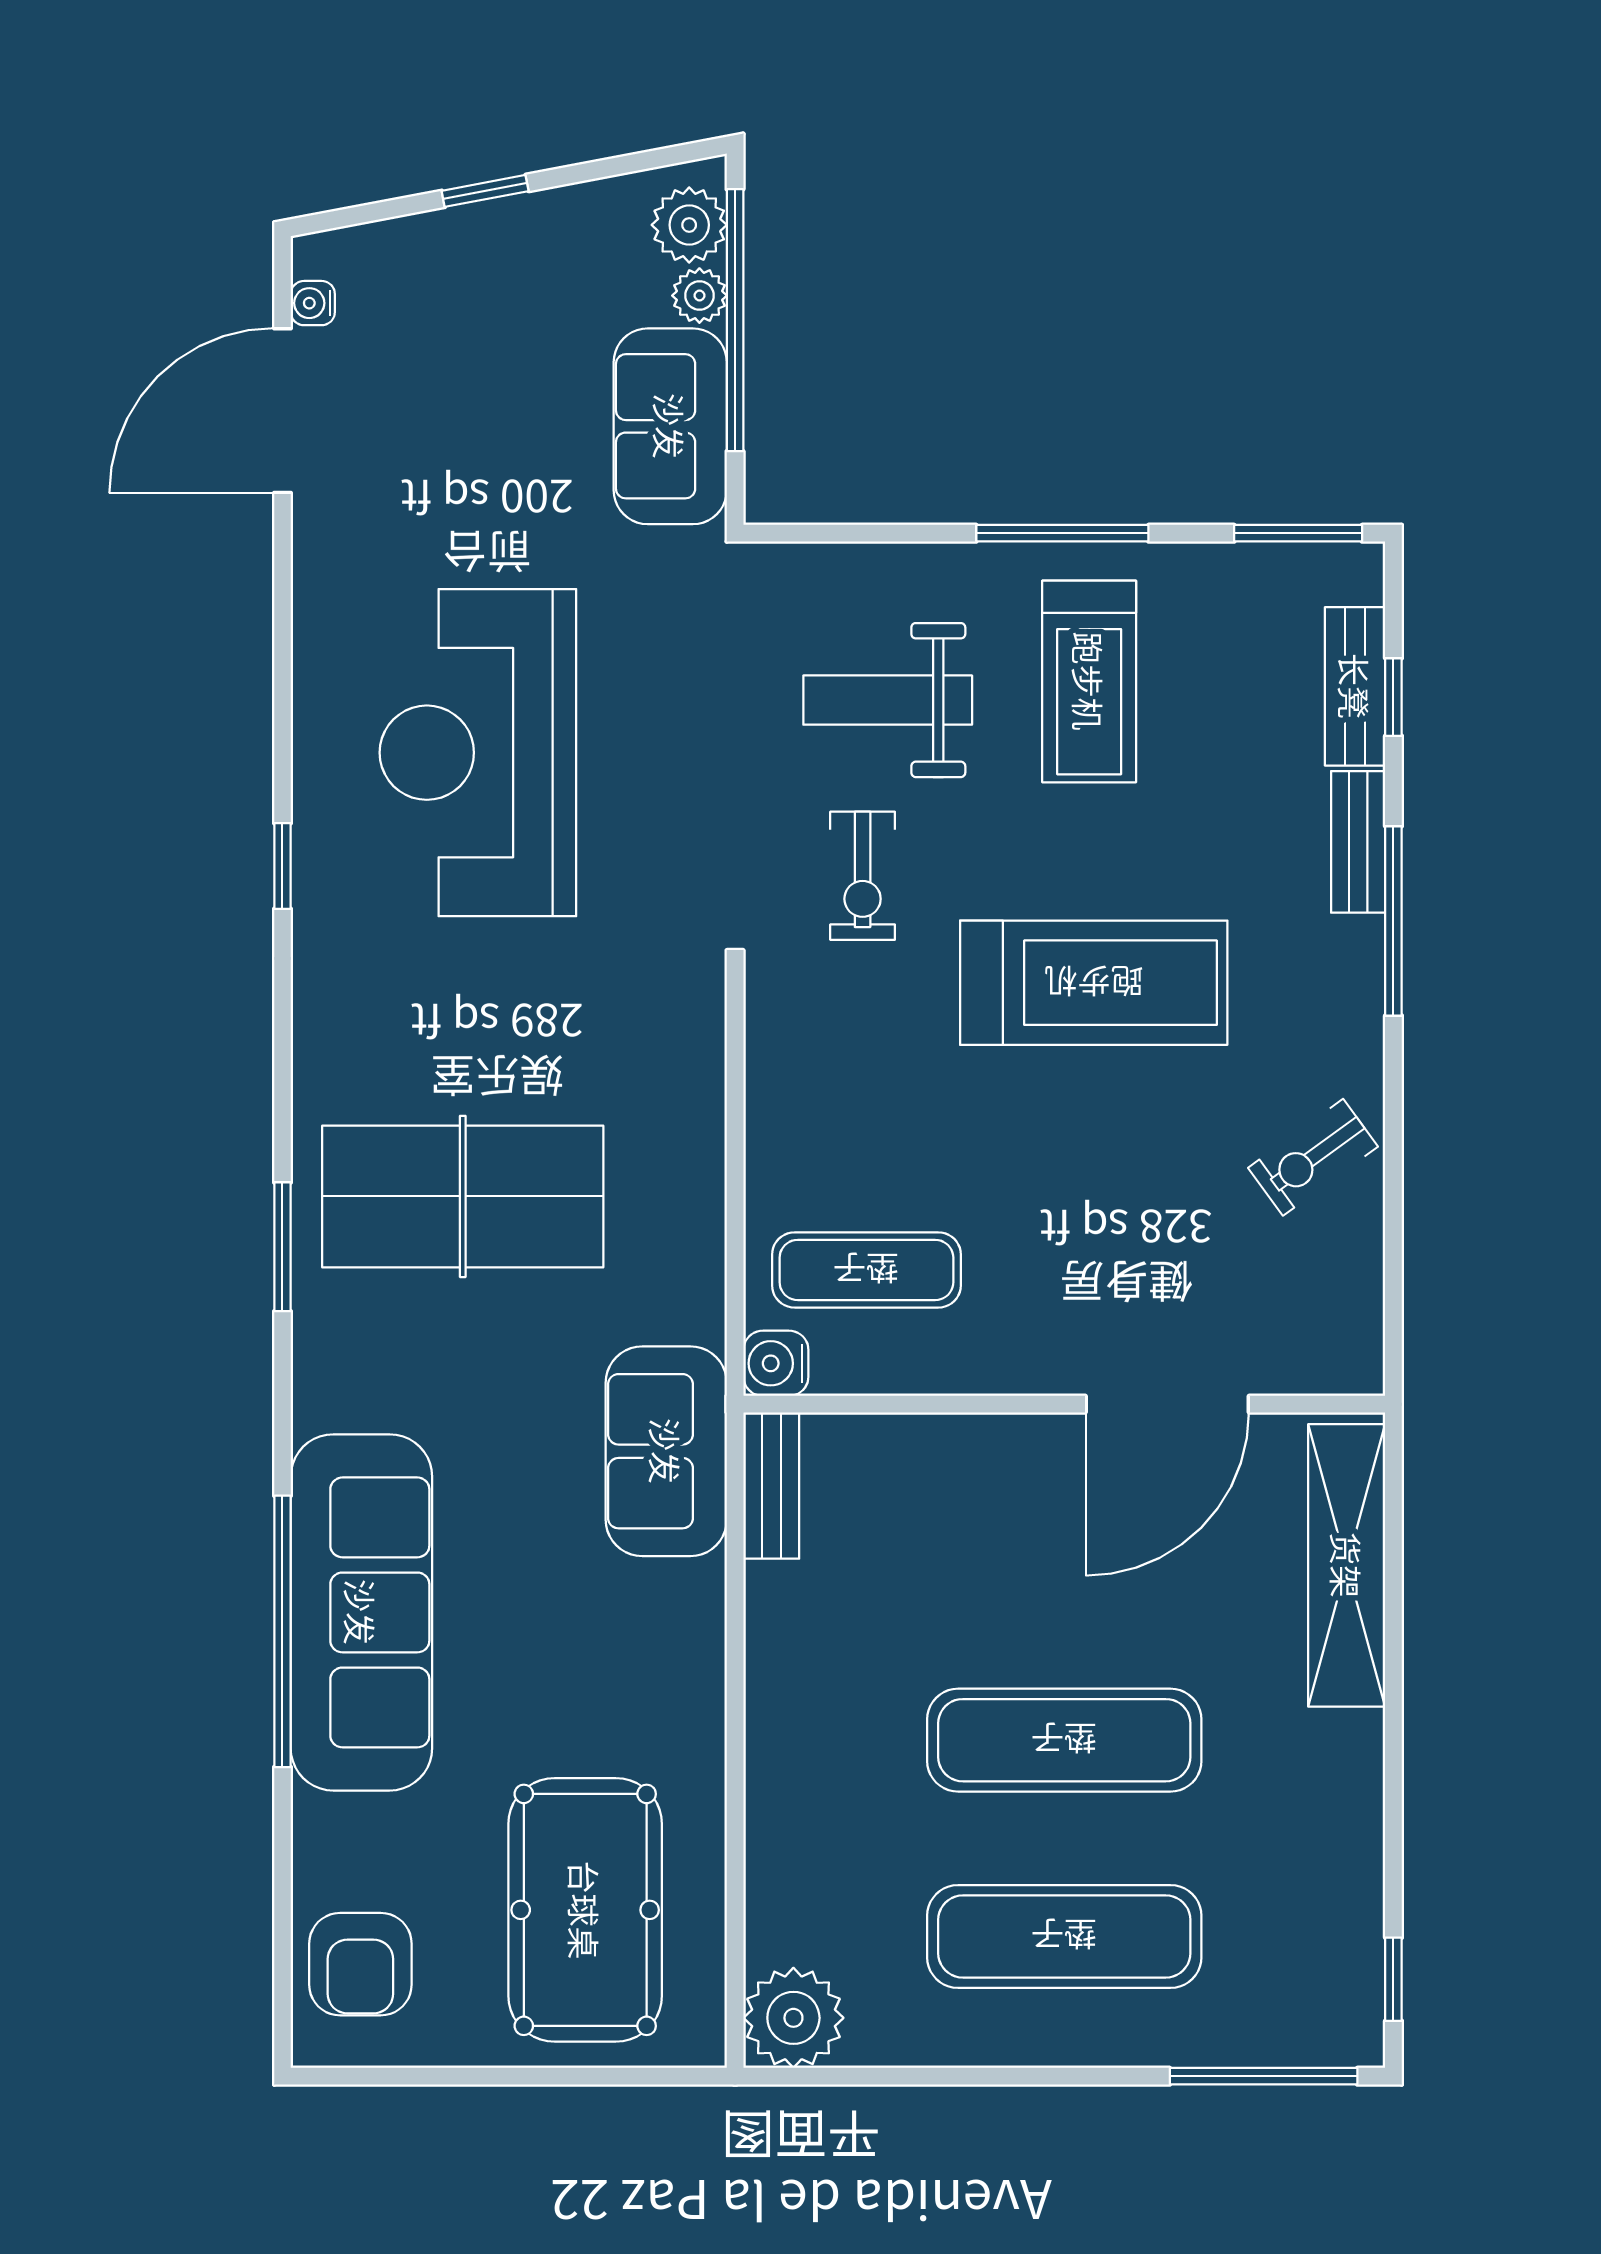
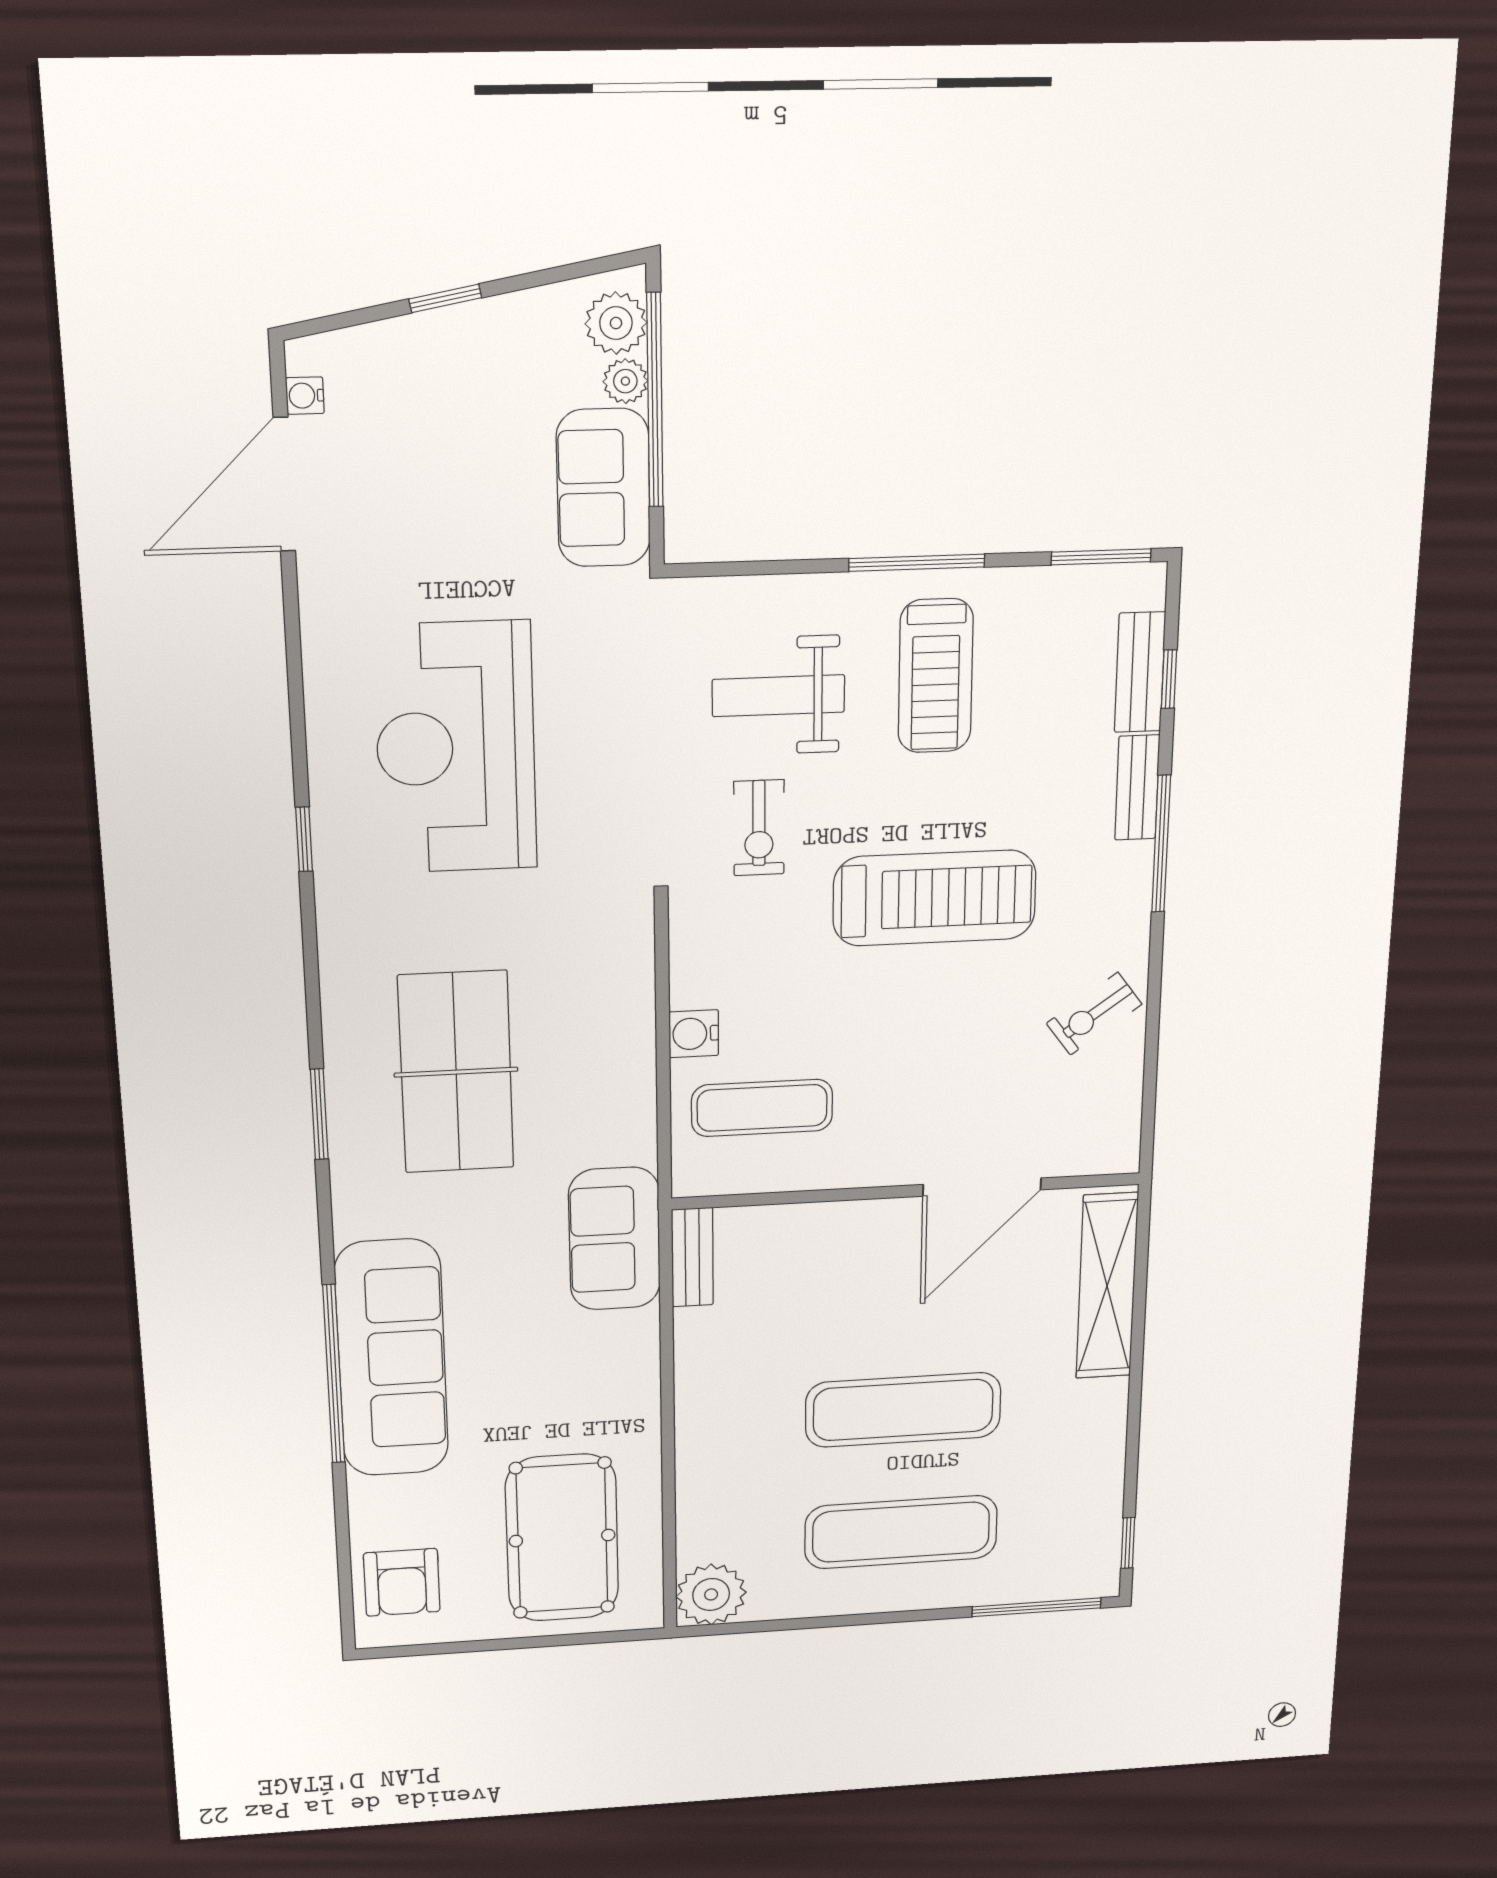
table tennis table: (463, 1196) -> (456, 1072), turned 90
water cooler: (776, 1363) -> (694, 1034), moved

